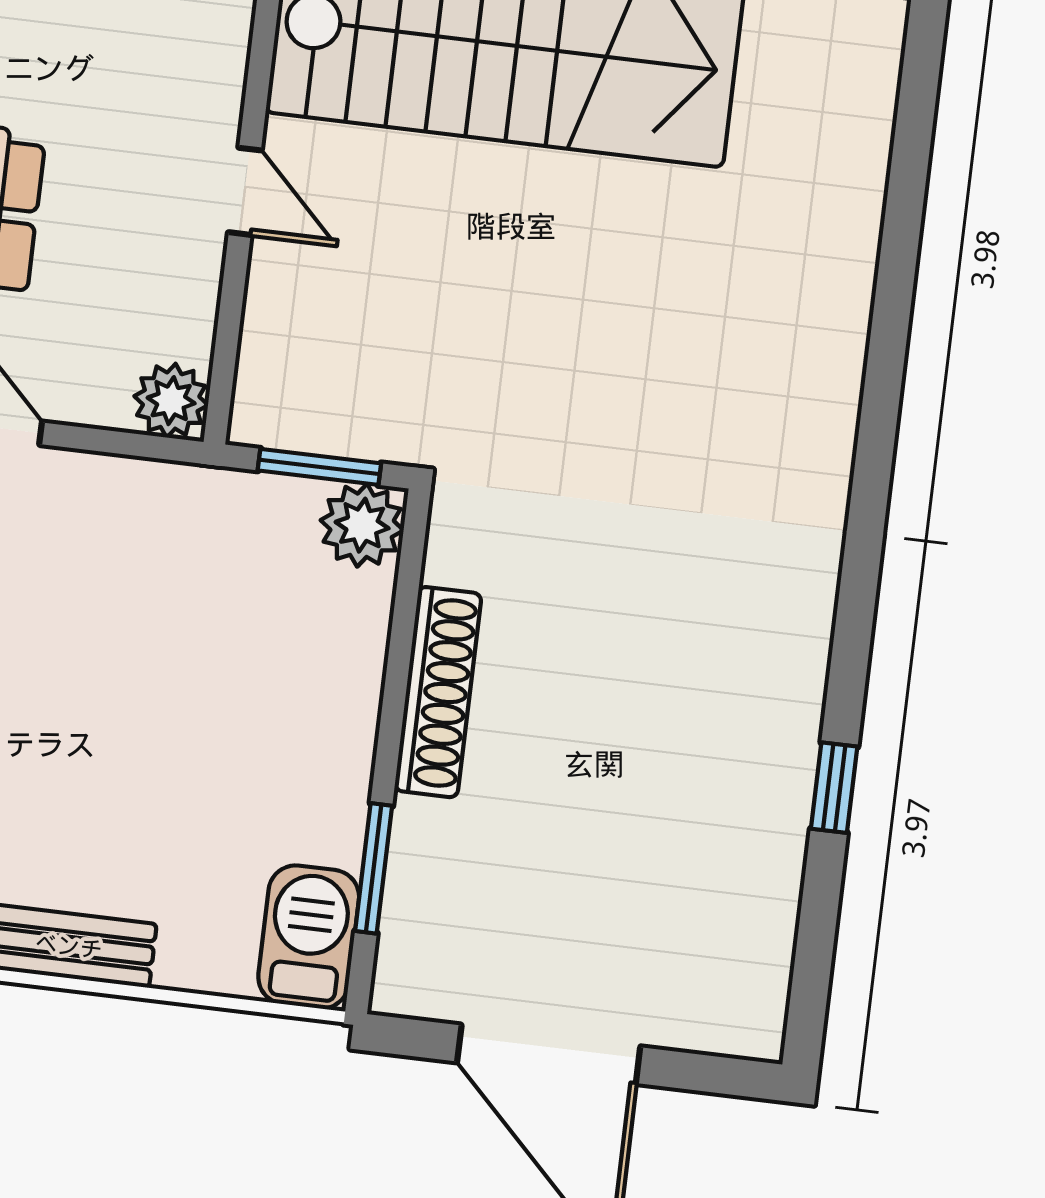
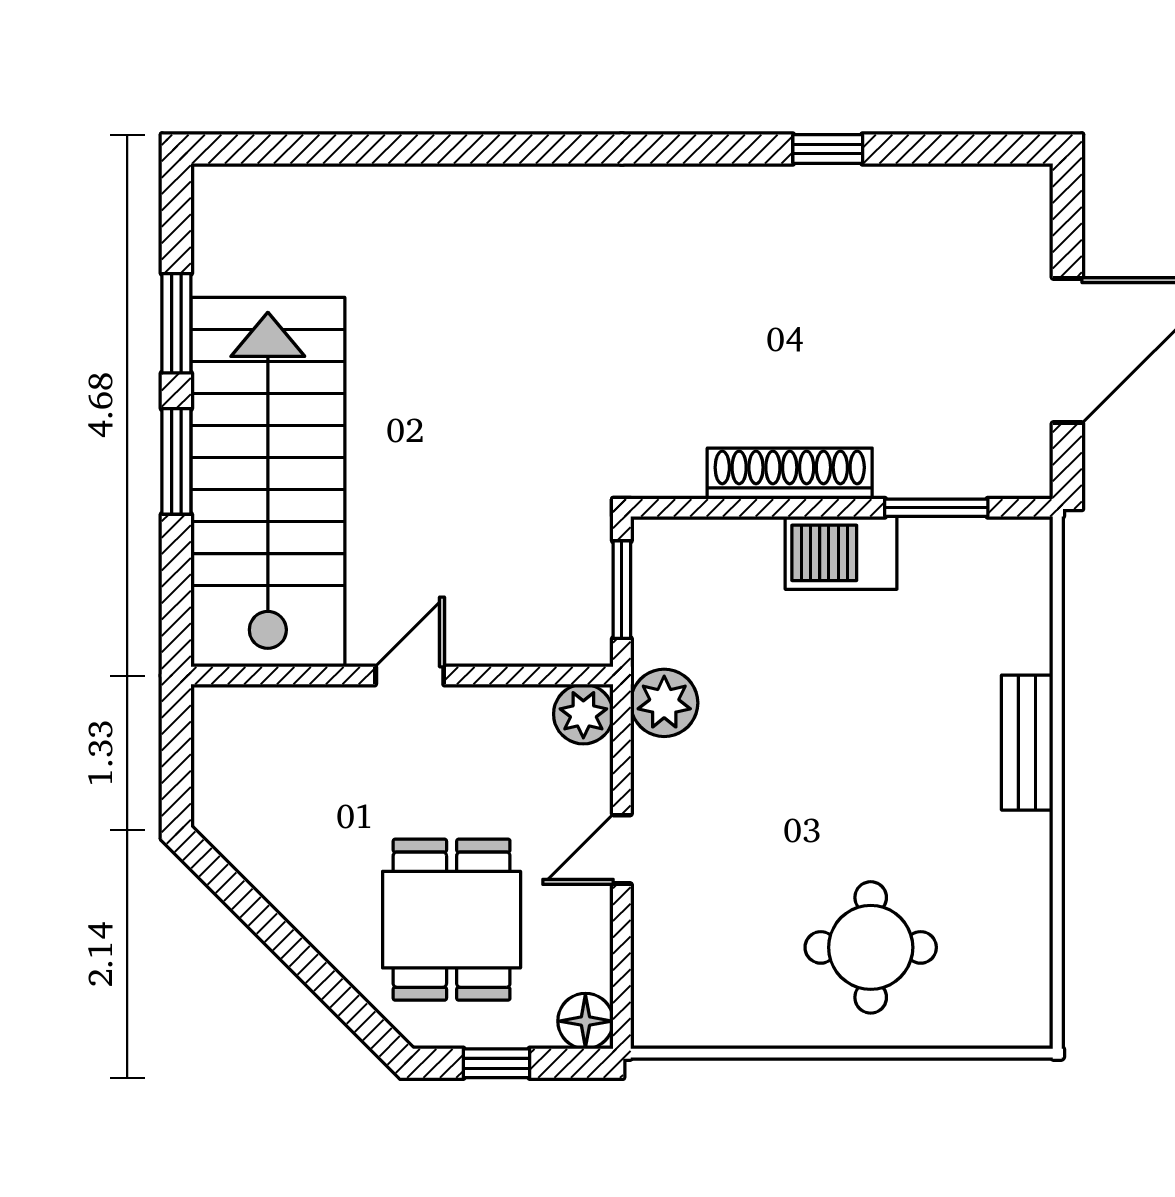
plant: (362, 525) -> (664, 703), moved
barbecue: (309, 937) -> (841, 553), moved

